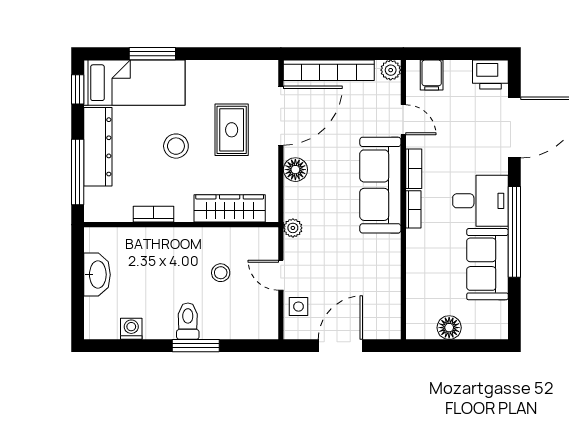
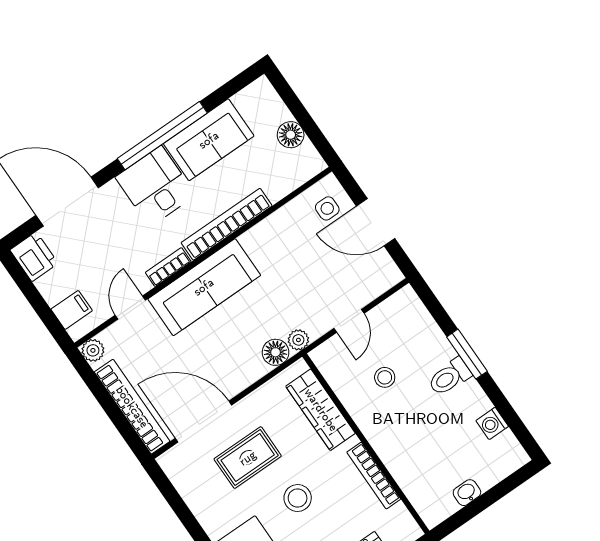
floor lamp: (295, 170) -> (276, 352), moved
bookcase: (413, 209) -> (227, 224), width x2.31, depth x1.31
bookcase: (153, 214) -> (374, 476), width x1.56
washbasin: (97, 275) -> (467, 493), width x0.52, depth x0.69
side table: (299, 307) -> (327, 208), moved

